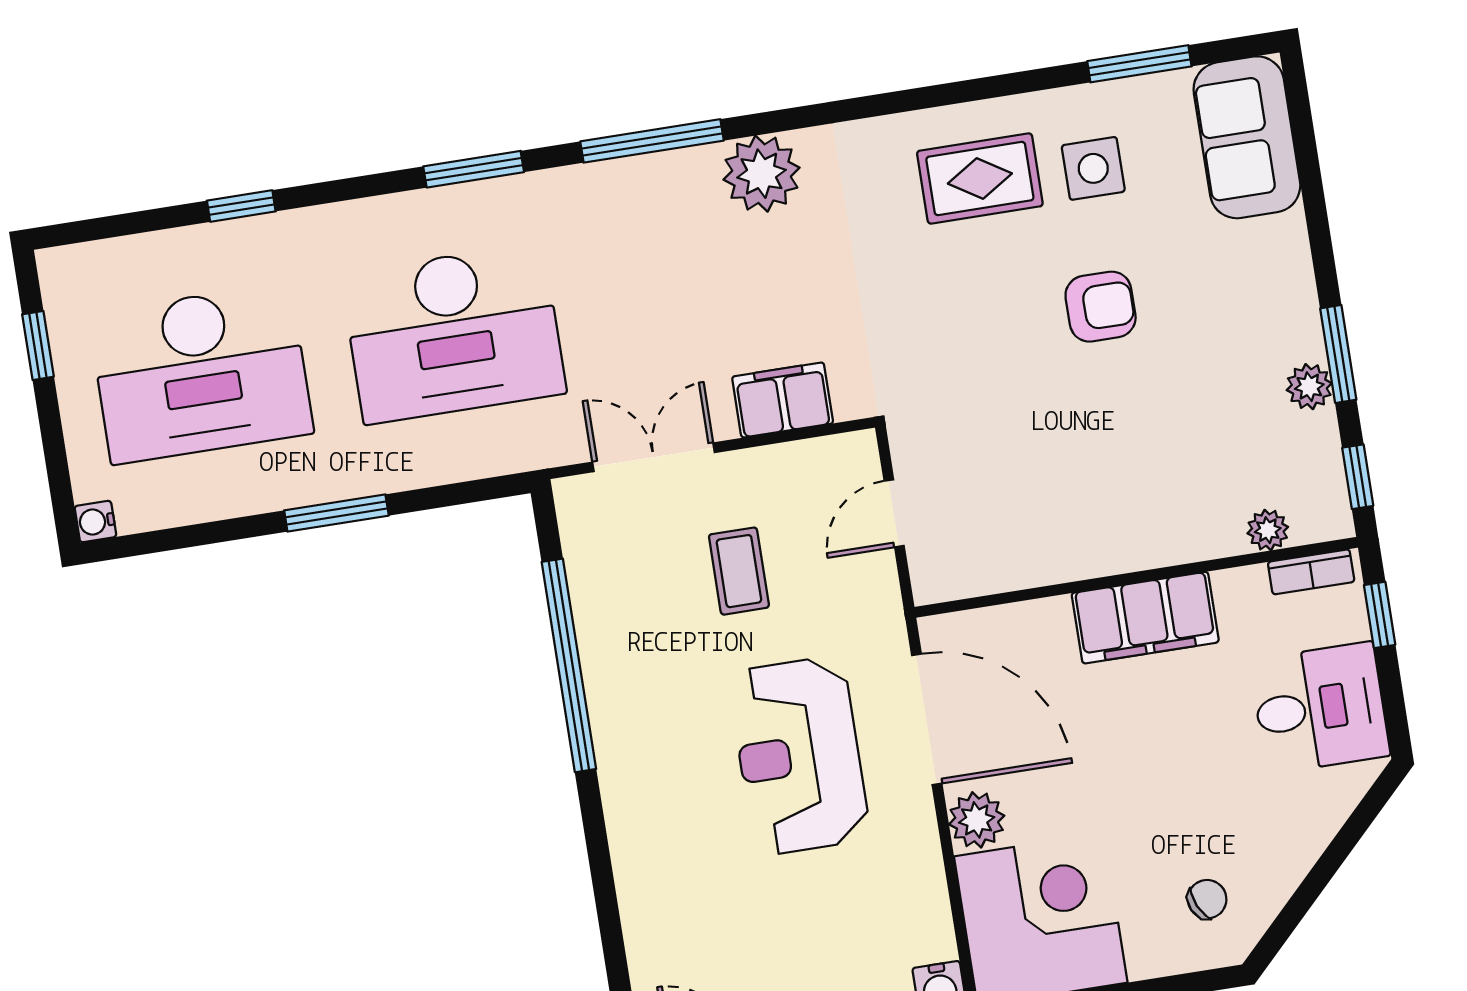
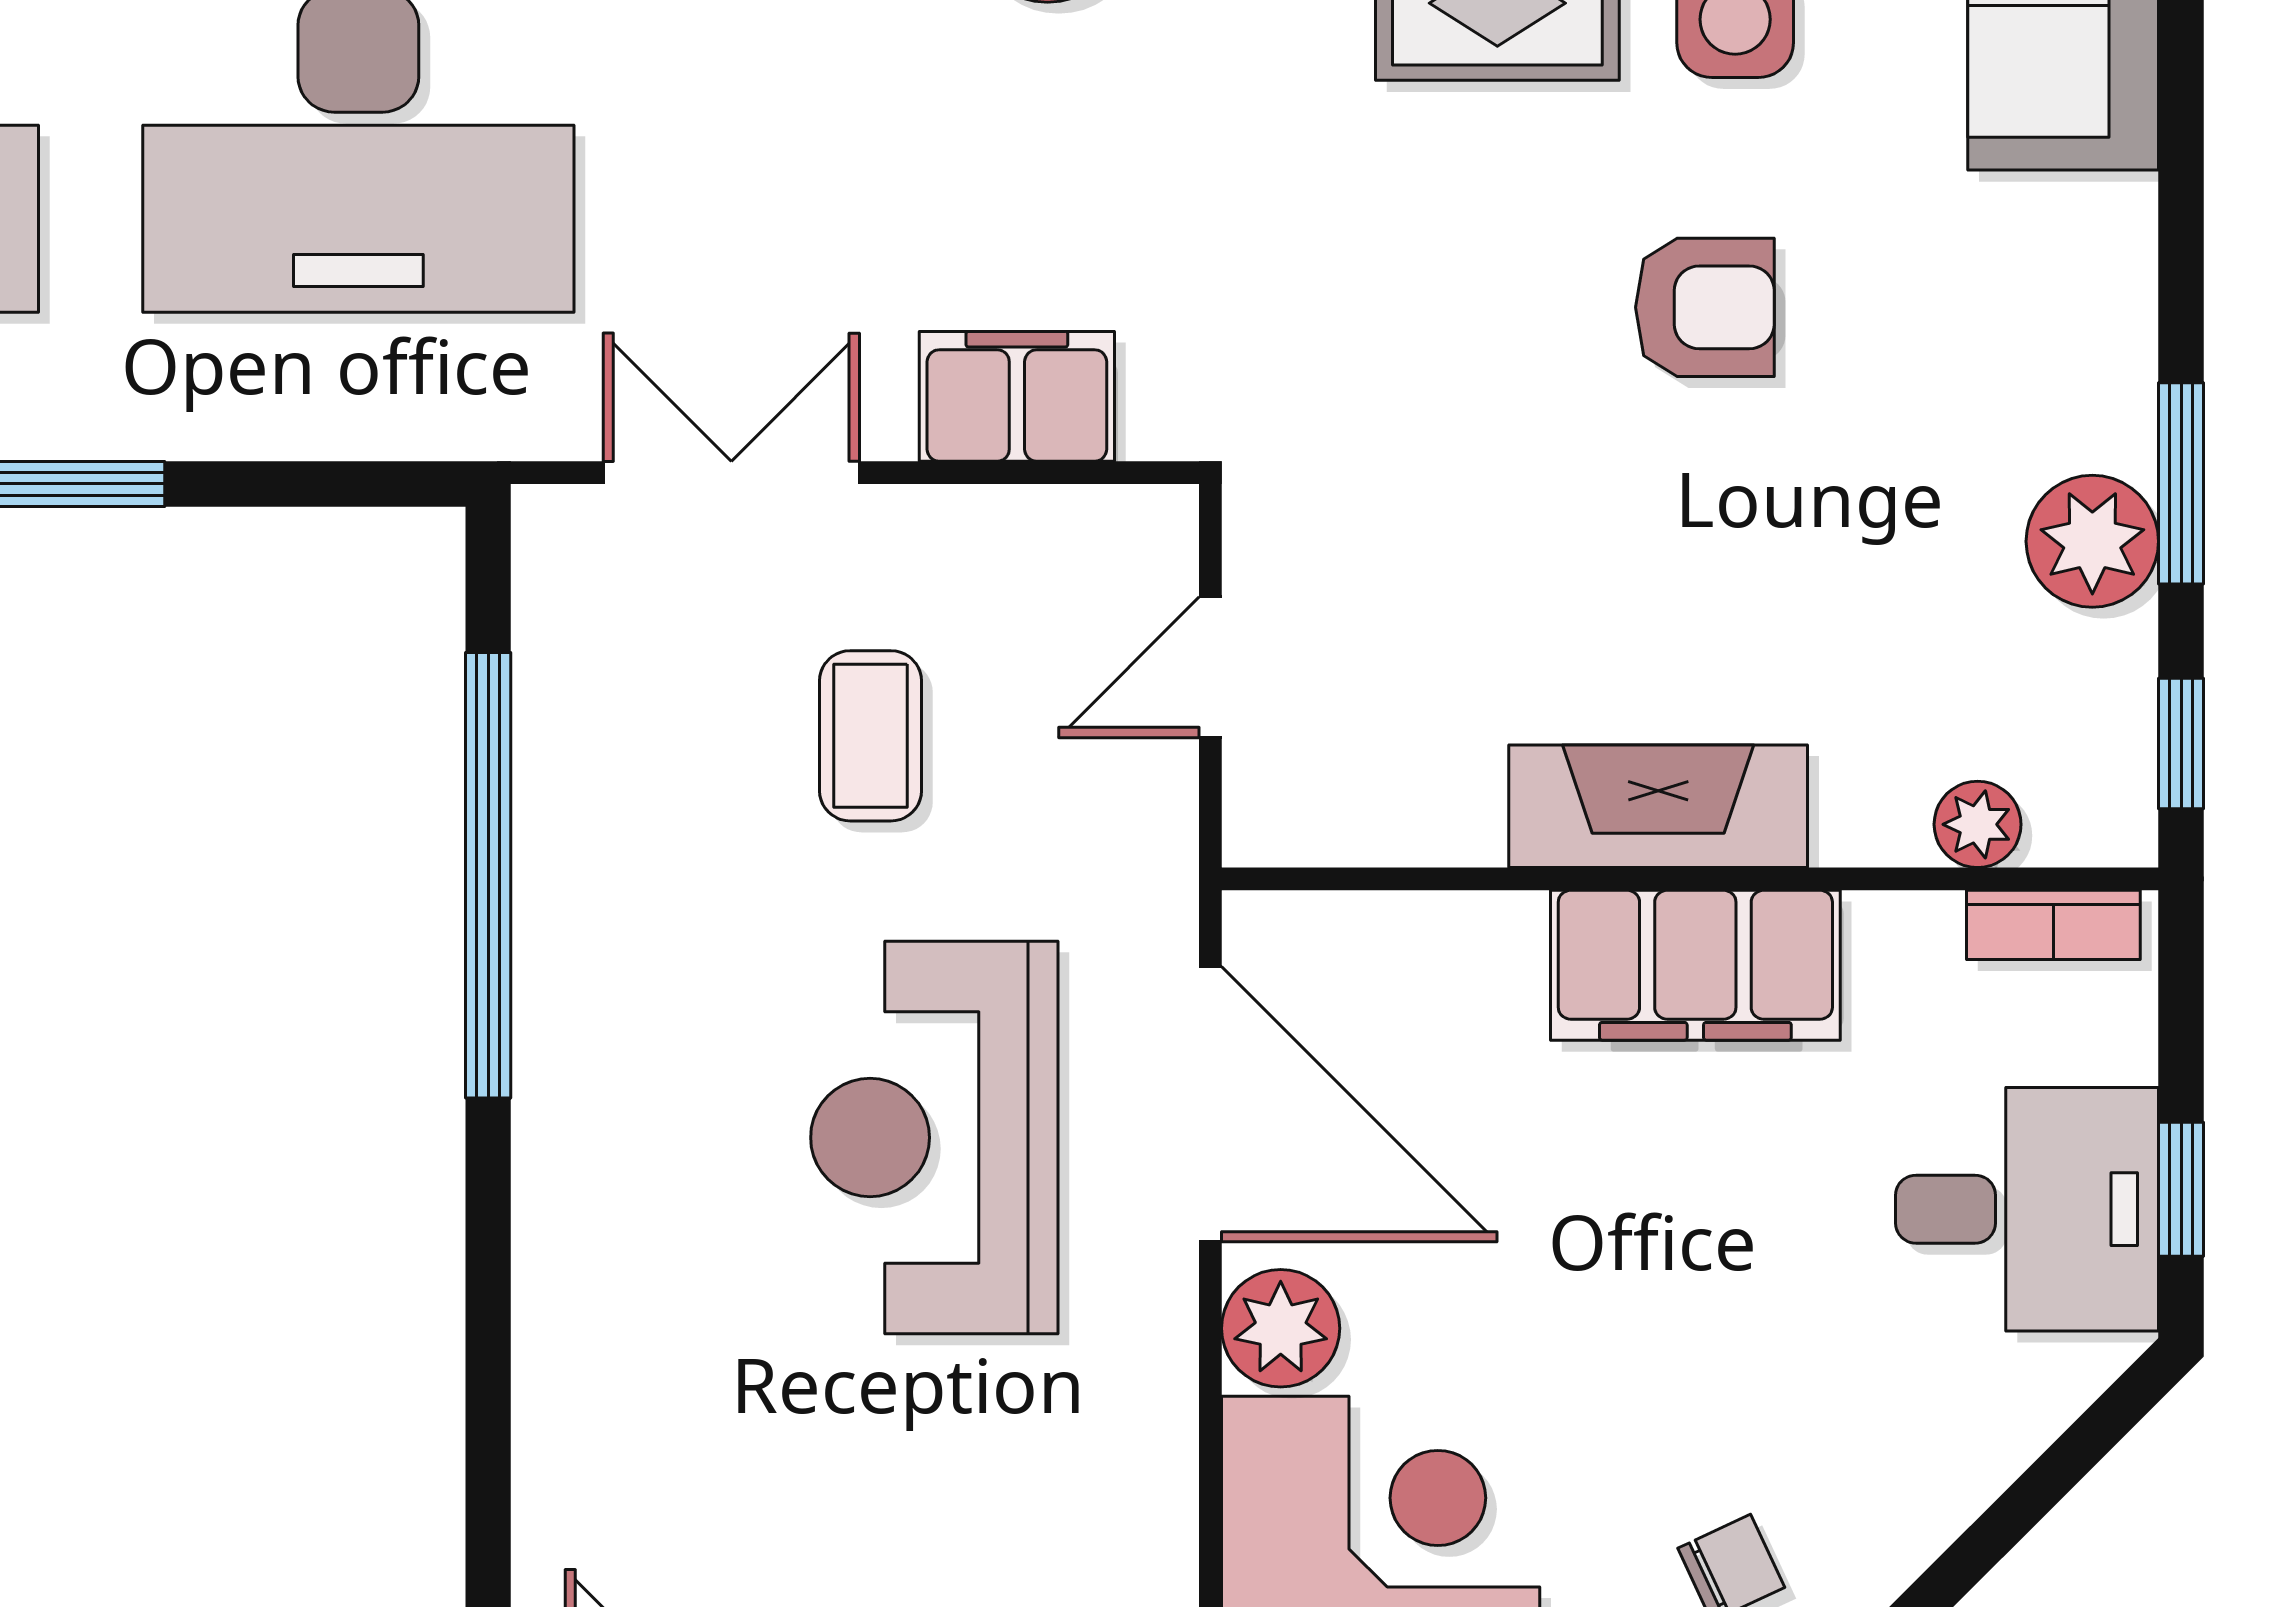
plant: (1309, 387) -> (2092, 541), width x1.38, depth x1.38
fireplace: (1116, 545) -> (1658, 806), added
window: (1380, 615) -> (2181, 1189), moved

